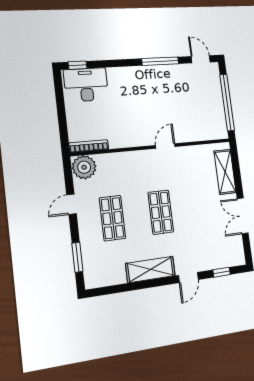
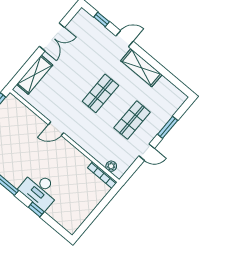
window: (78, 65) -> (36, 210), moved
desk: (86, 85) -> (40, 190), moved
plant: (84, 167) -> (111, 166), width x0.53, depth x0.53
window: (77, 257) -> (168, 127), moved

